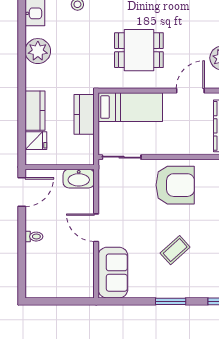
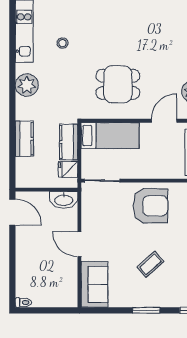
fridge: (36, 141) -> (68, 169), moved, turned 180
door: (22, 192) -> (12, 212), hinge flipped
toilet: (34, 237) -> (23, 302), moved

